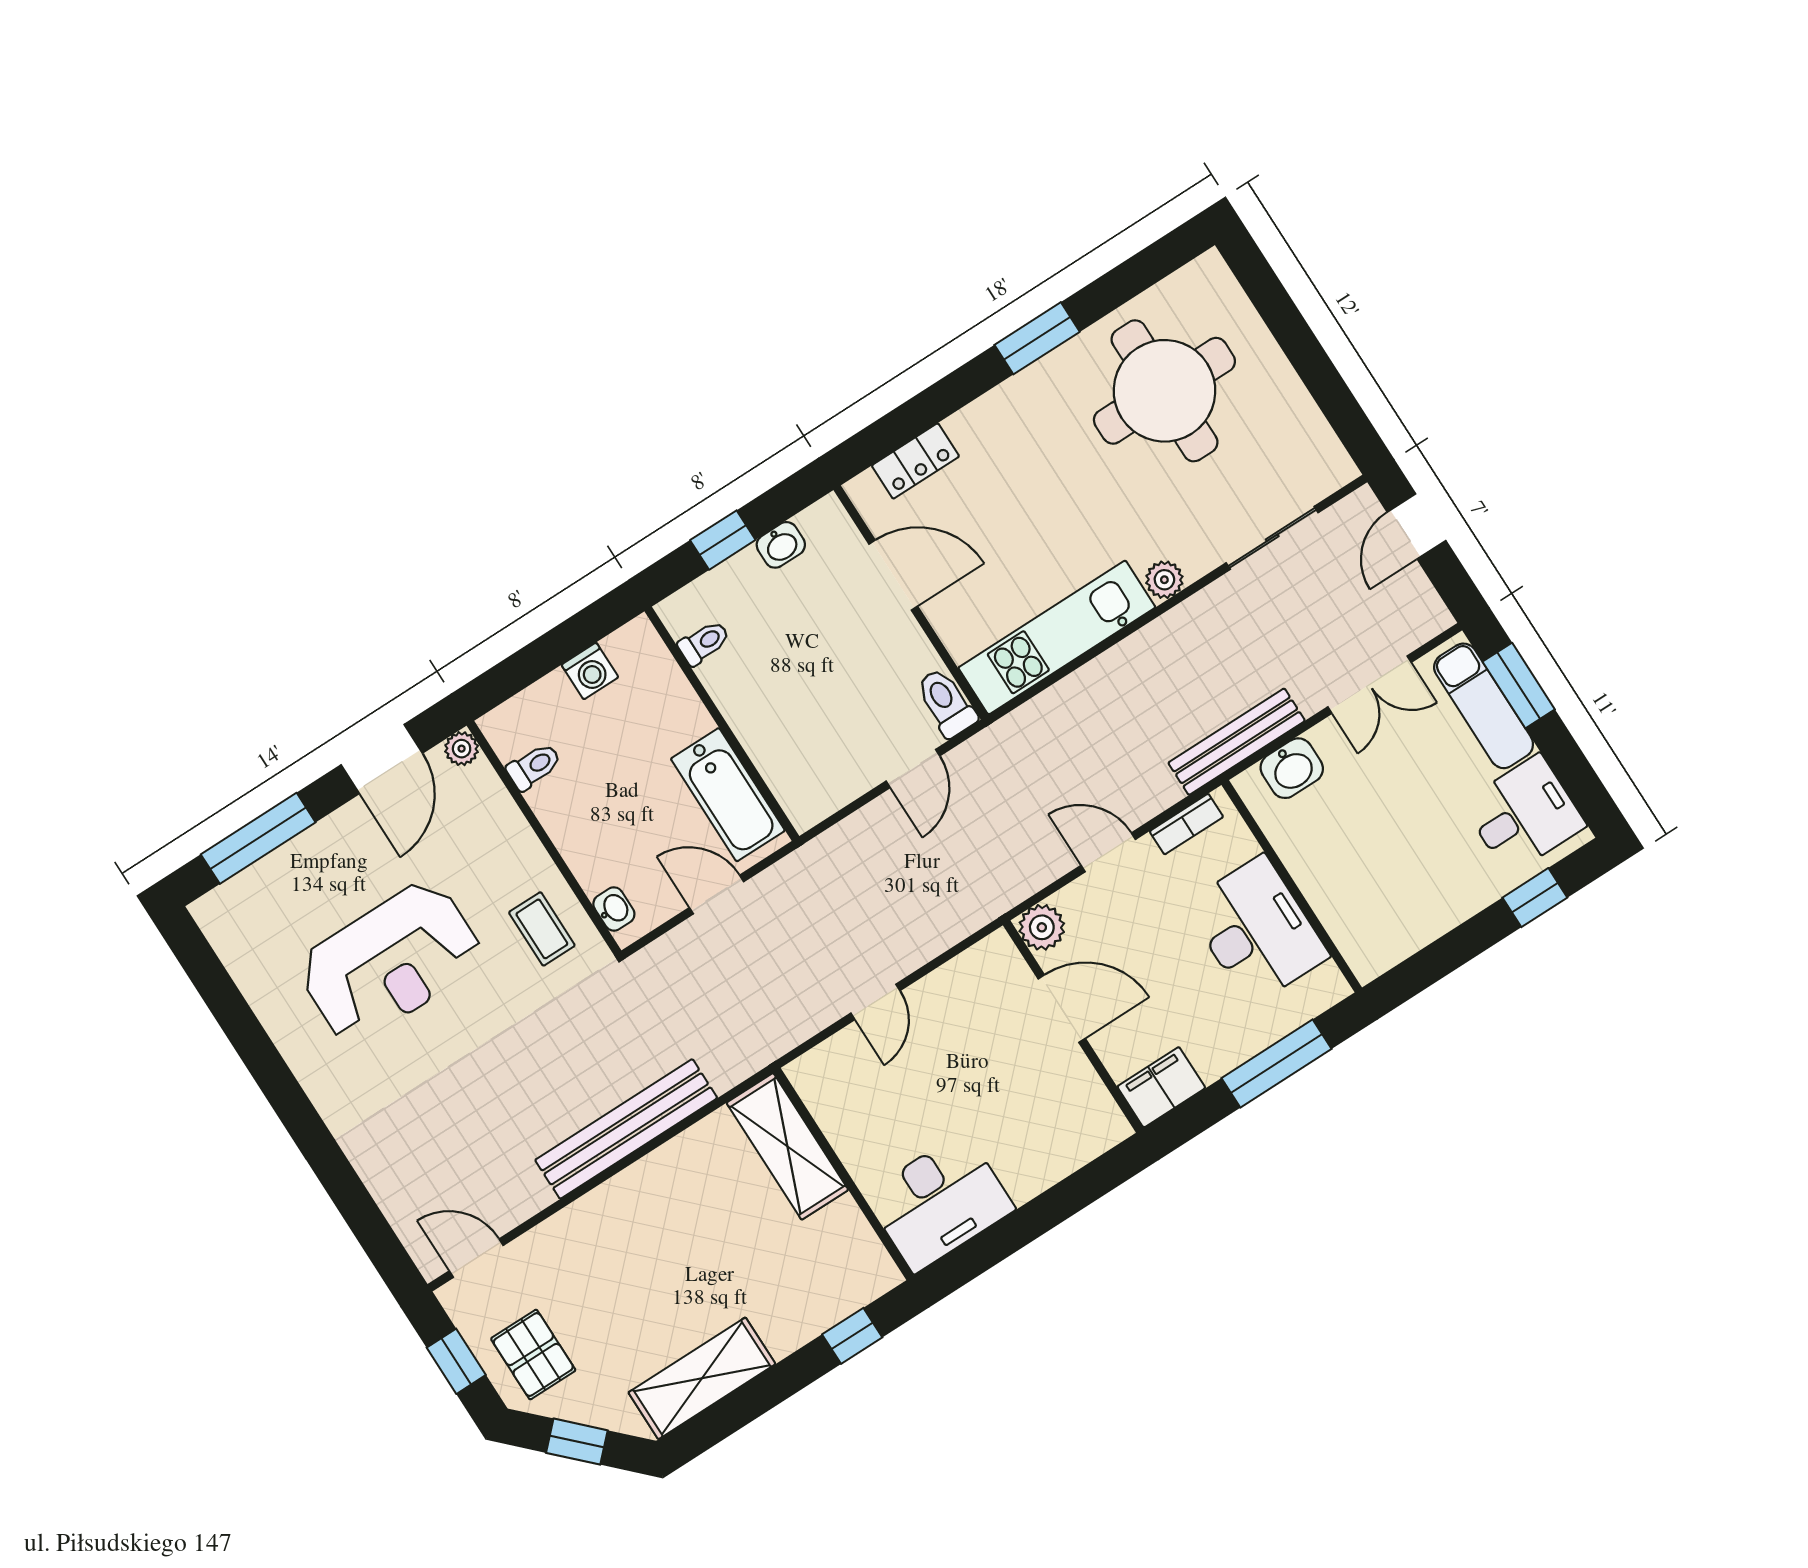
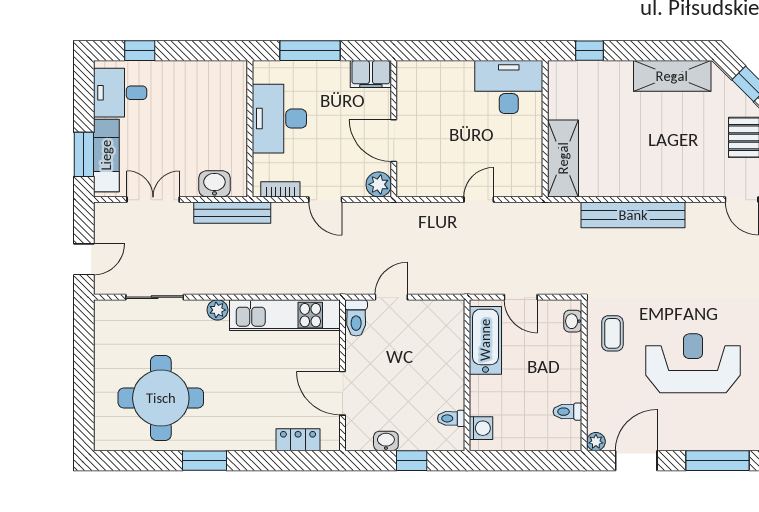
washing machine: (590, 671) -> (481, 428), moved, turned 90

